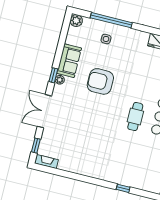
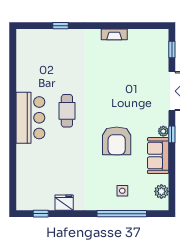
plant: (76, 21) -> (161, 191), moved
armchair: (100, 81) -> (117, 141), turned 90
fireplace: (47, 162) -> (114, 34), moved

